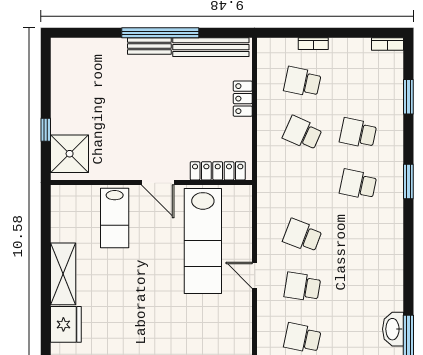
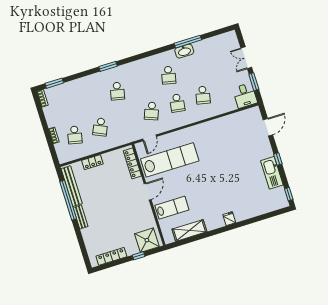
window: (160, 33) -> (68, 200), moved
locker: (60, 80) -> (111, 256), added
window: (408, 97) -> (54, 83), moved
school desk: (358, 133) -> (169, 75), moved
shelving: (63, 274) -> (189, 230), moved
door: (255, 275) -> (150, 138), moved
fridge: (66, 324) -> (229, 219), width x0.53, depth x0.75

